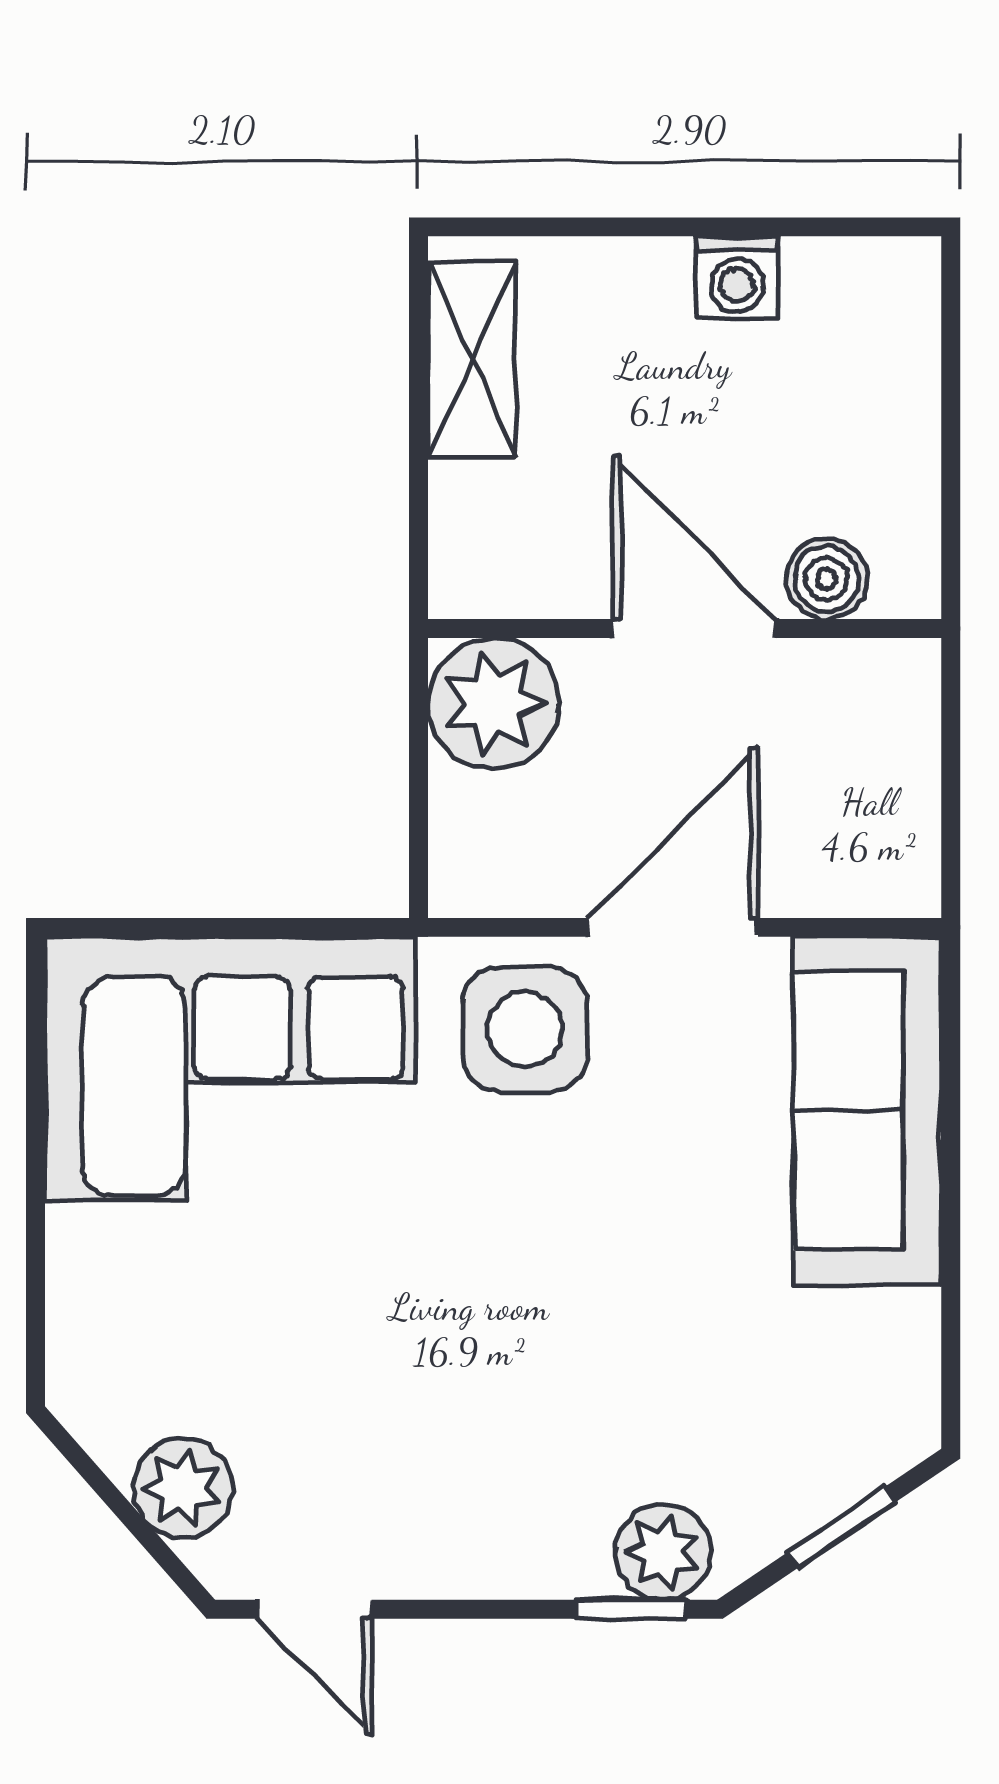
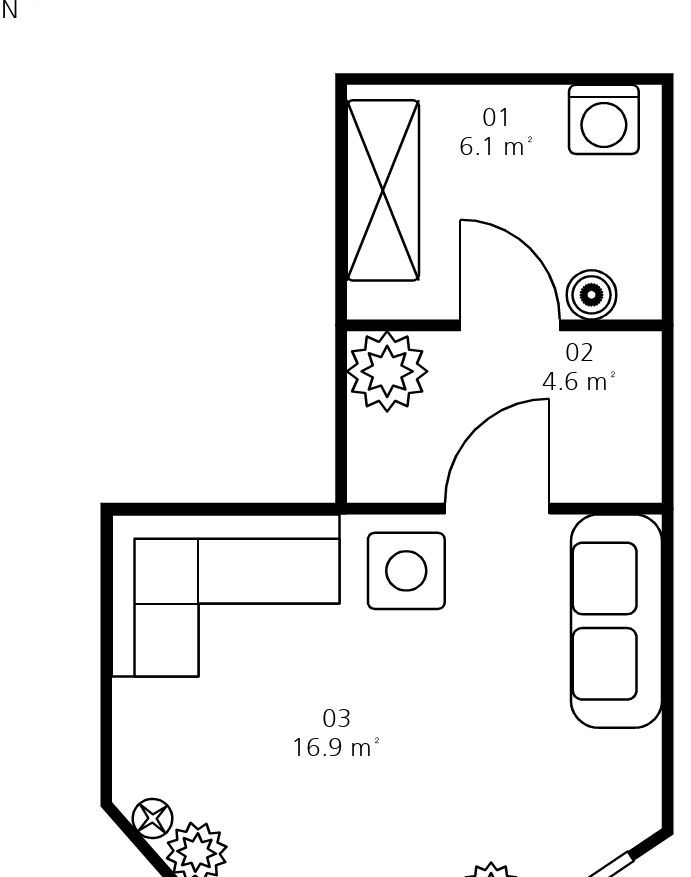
washing machine: (737, 277) -> (604, 119), moved, width x1.38, depth x1.38
shelving: (472, 359) -> (383, 190), width x1.50, depth x1.33
floor lamp: (111, 1433) -> (153, 818), added

